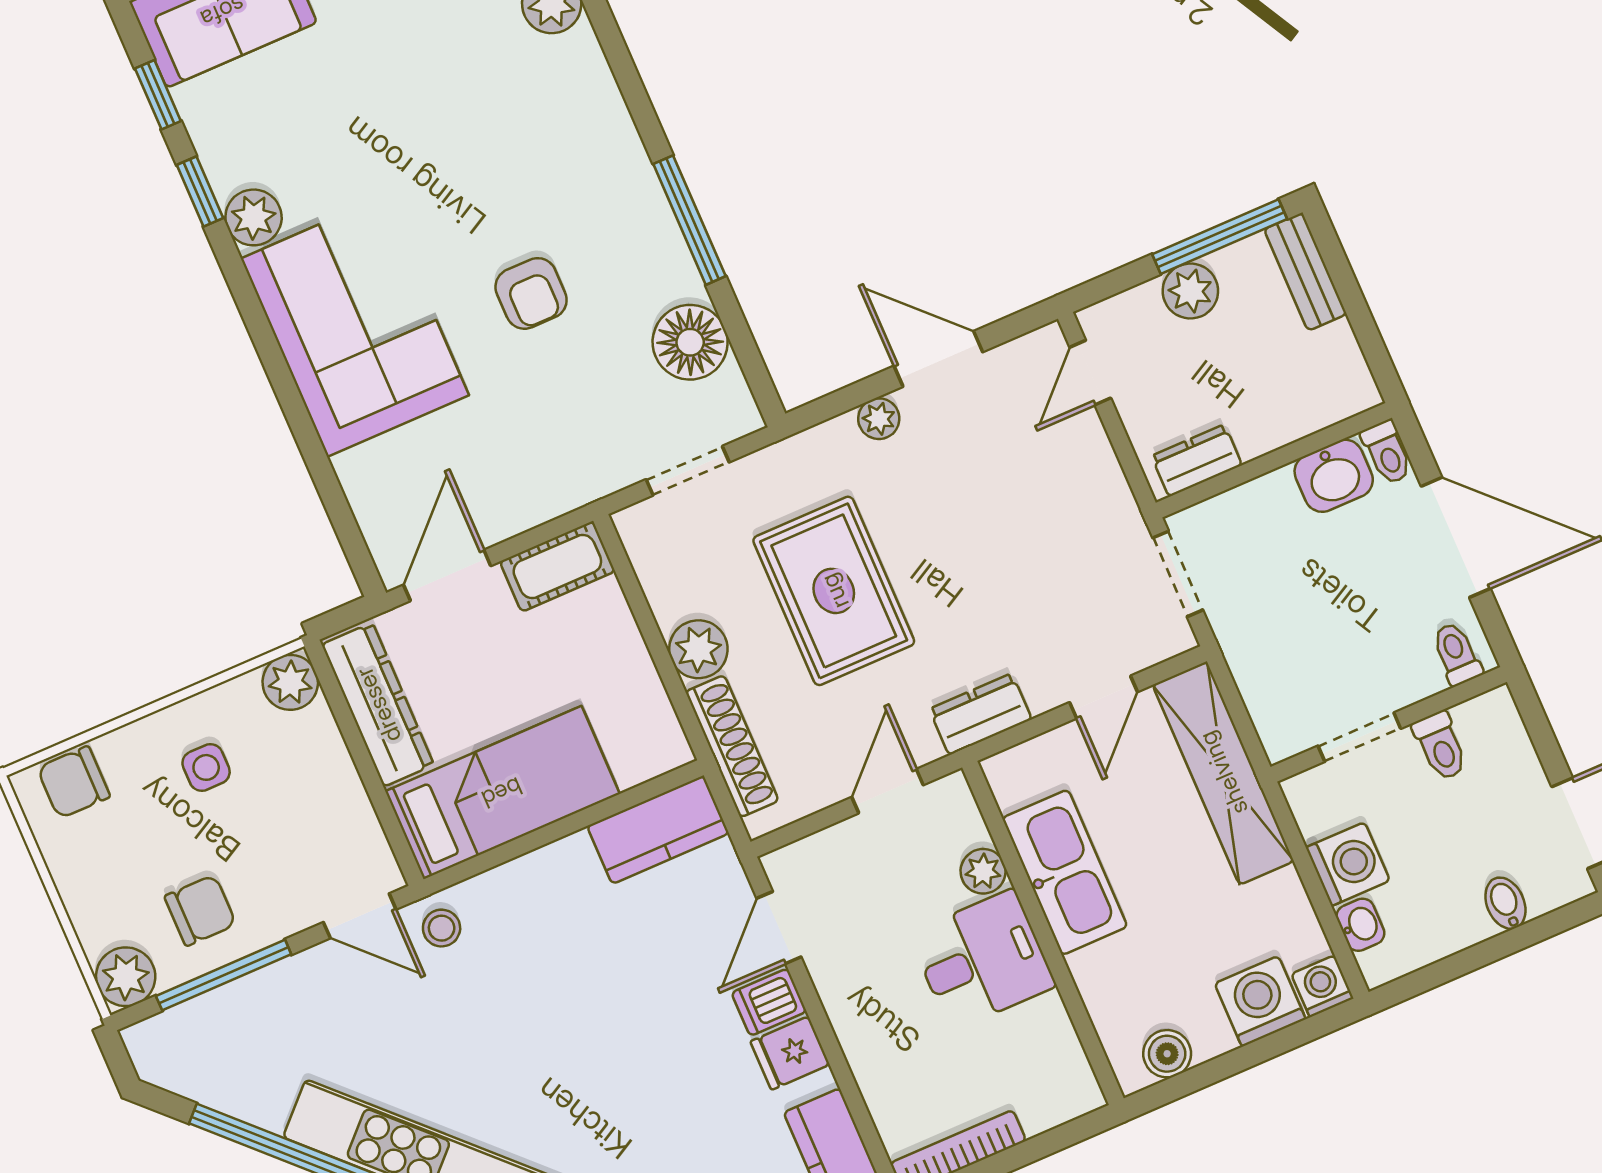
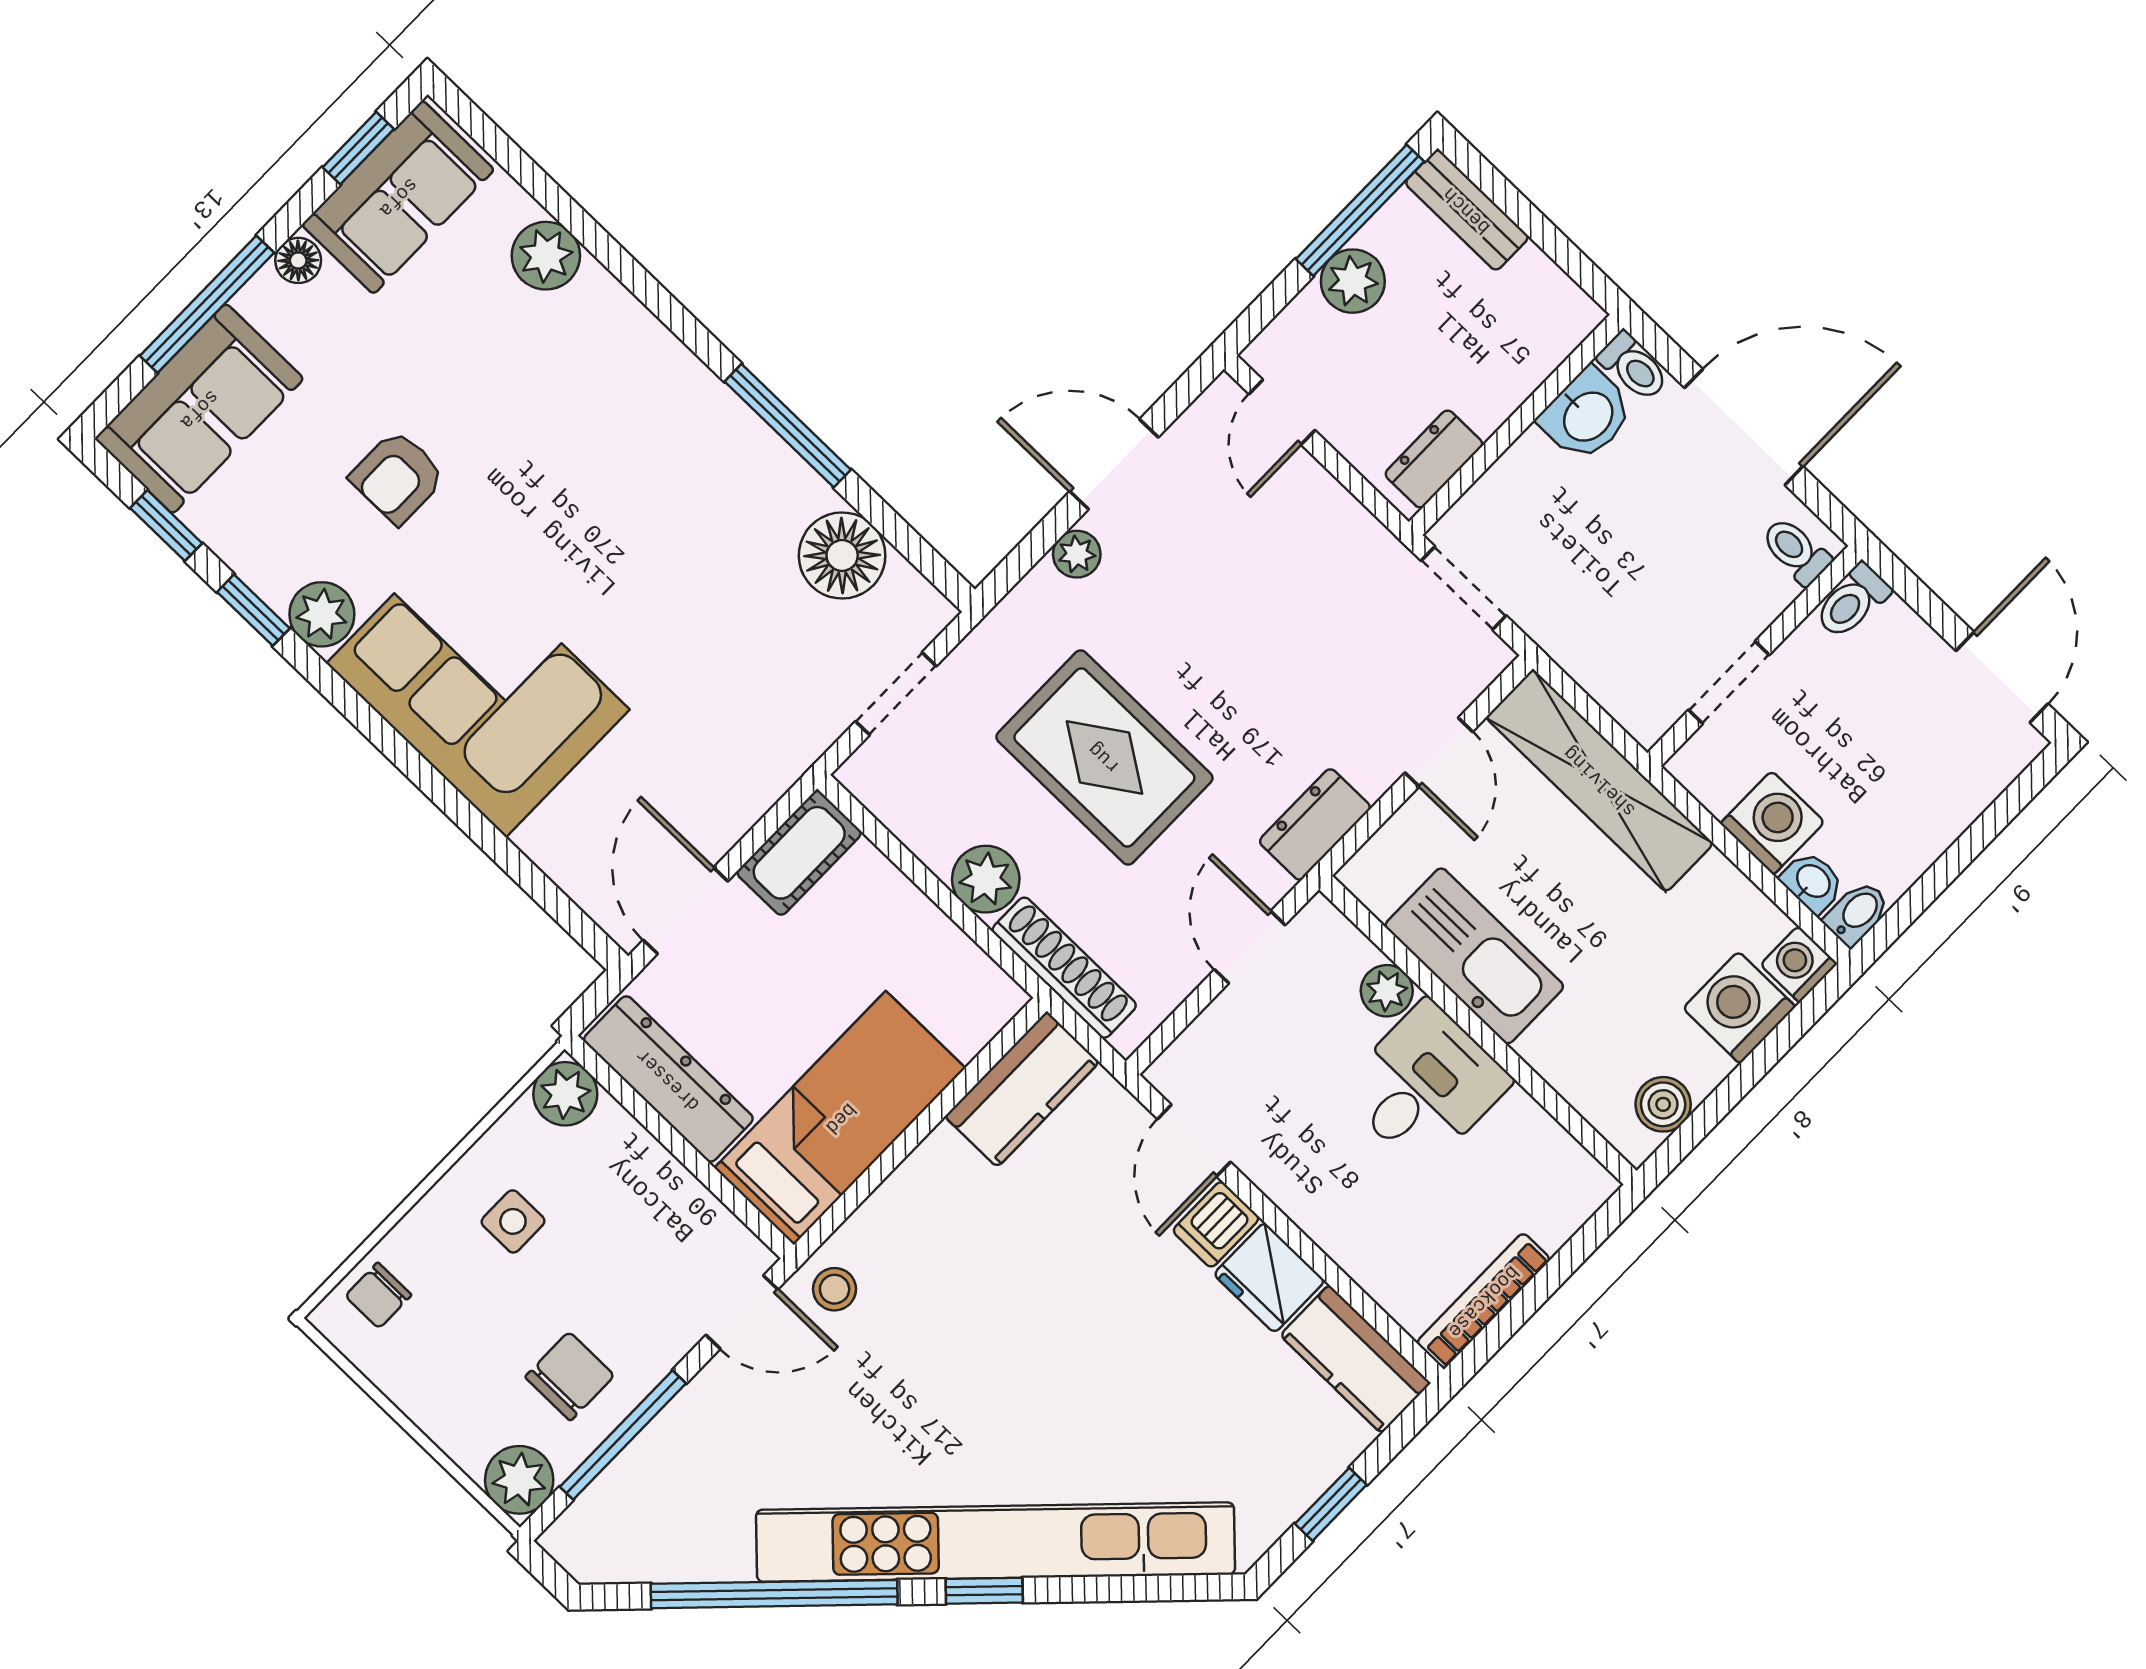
armchair: (531, 293) -> (398, 477), moved, turned 90
toilet: (1440, 746) -> (1852, 601), moved, turned 90
chair: (74, 782) -> (378, 1295), width x0.73, depth x0.73
bidet: (1505, 903) -> (1857, 913), moved, turned 90
fridge: (790, 1053) -> (1269, 1278), width x1.38

